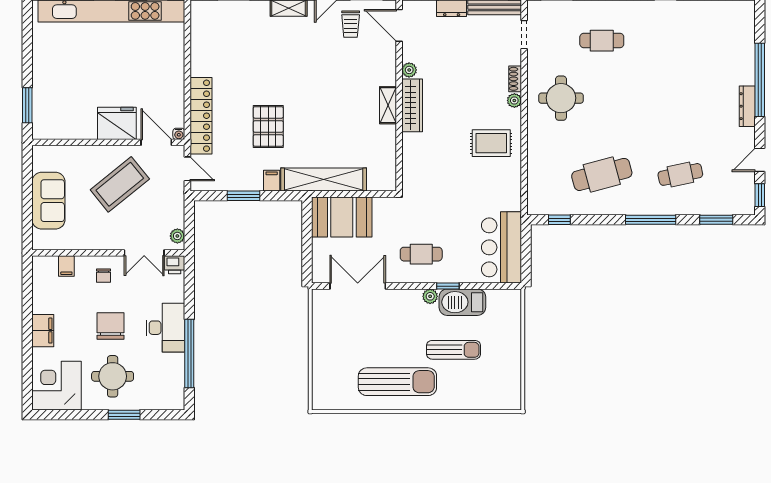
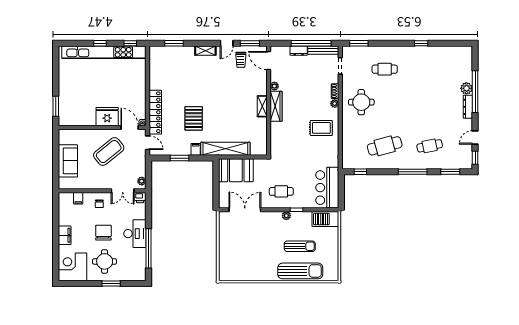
plant: (745, 74) -> (466, 88), added
barbecue: (462, 302) -> (325, 219), moved
sun lounger: (397, 382) -> (300, 271), moved

